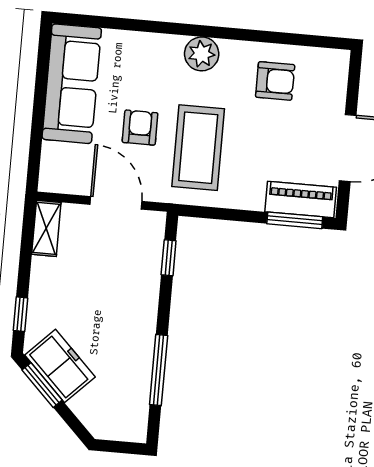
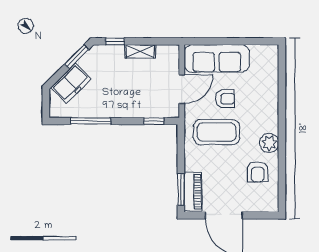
plant: (202, 54) -> (269, 143), moved
sofa: (72, 84) -> (217, 58), moved
shelving: (46, 228) -> (140, 51), moved
freezer: (60, 366) -> (71, 83), moved

